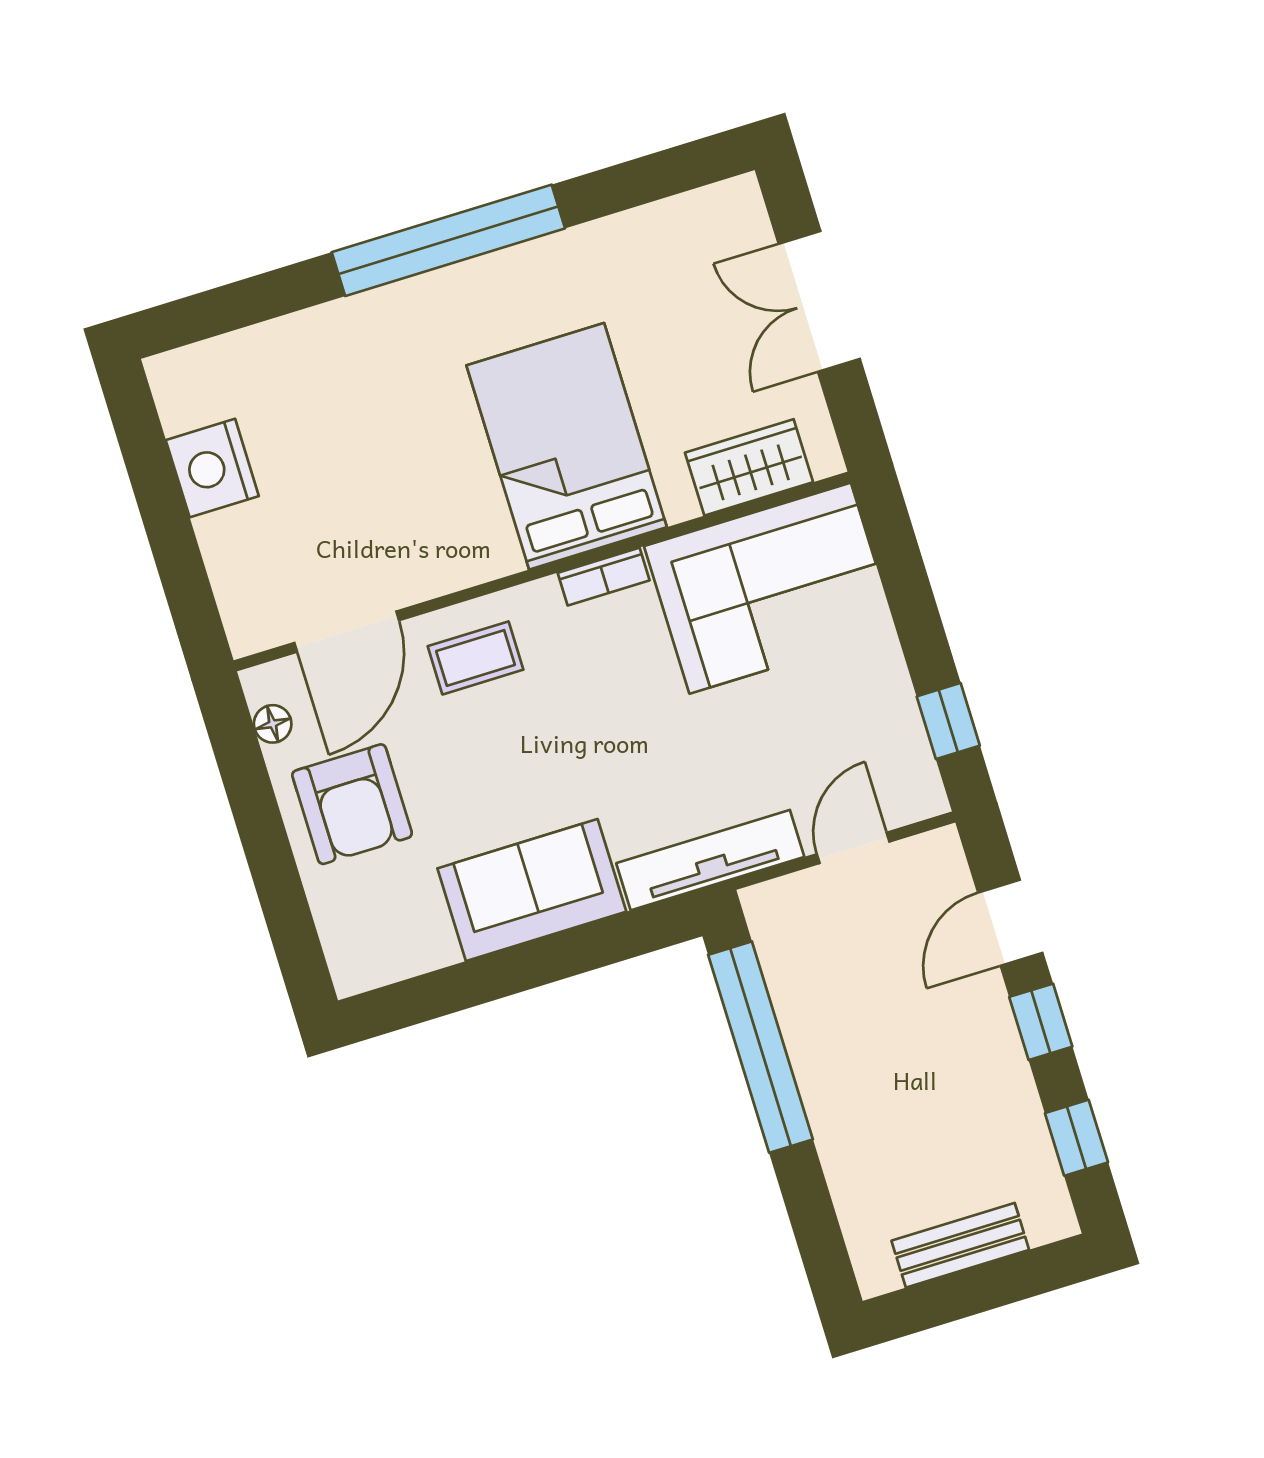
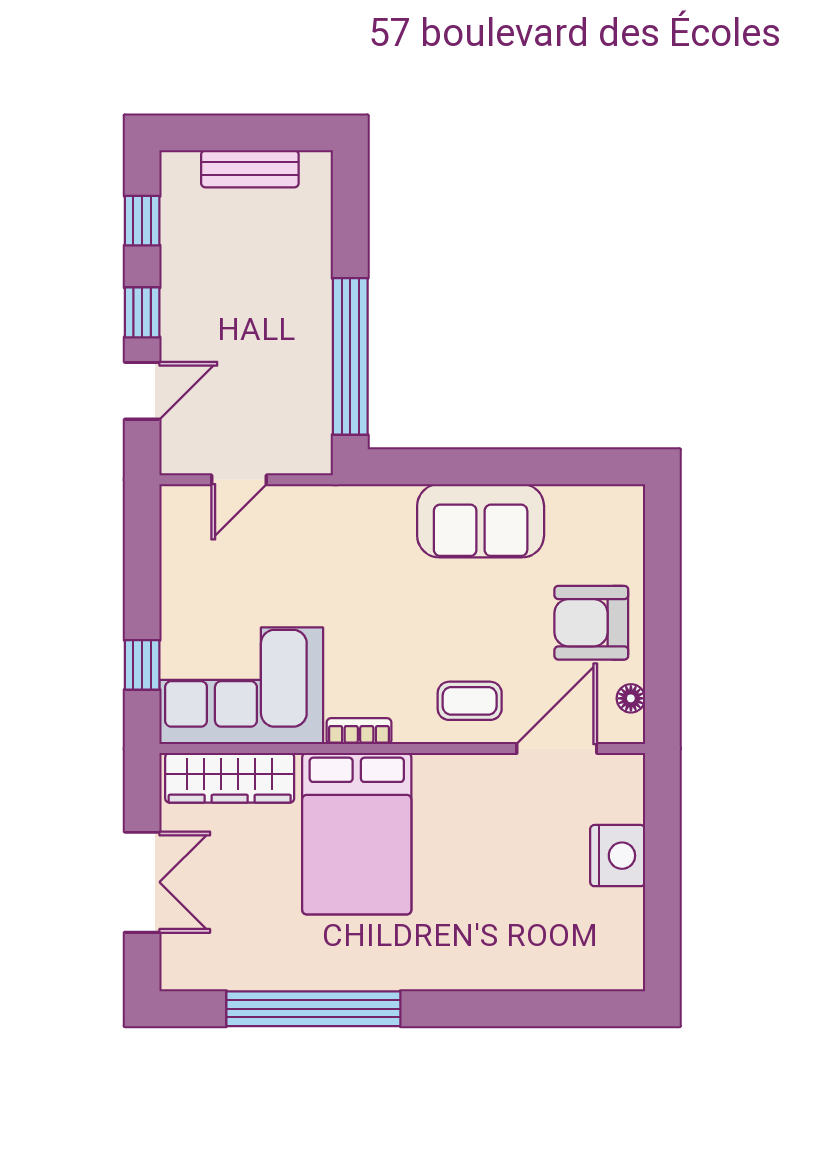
window: (448, 240) -> (313, 1009), moved
wardrobe: (749, 467) -> (230, 778), width x1.50
nightstand: (212, 468) -> (618, 856), moved
window: (948, 721) -> (142, 665), moved
armchair: (352, 804) -> (591, 623), turned -90
tv unit: (710, 860) -> (345, 503), removed

